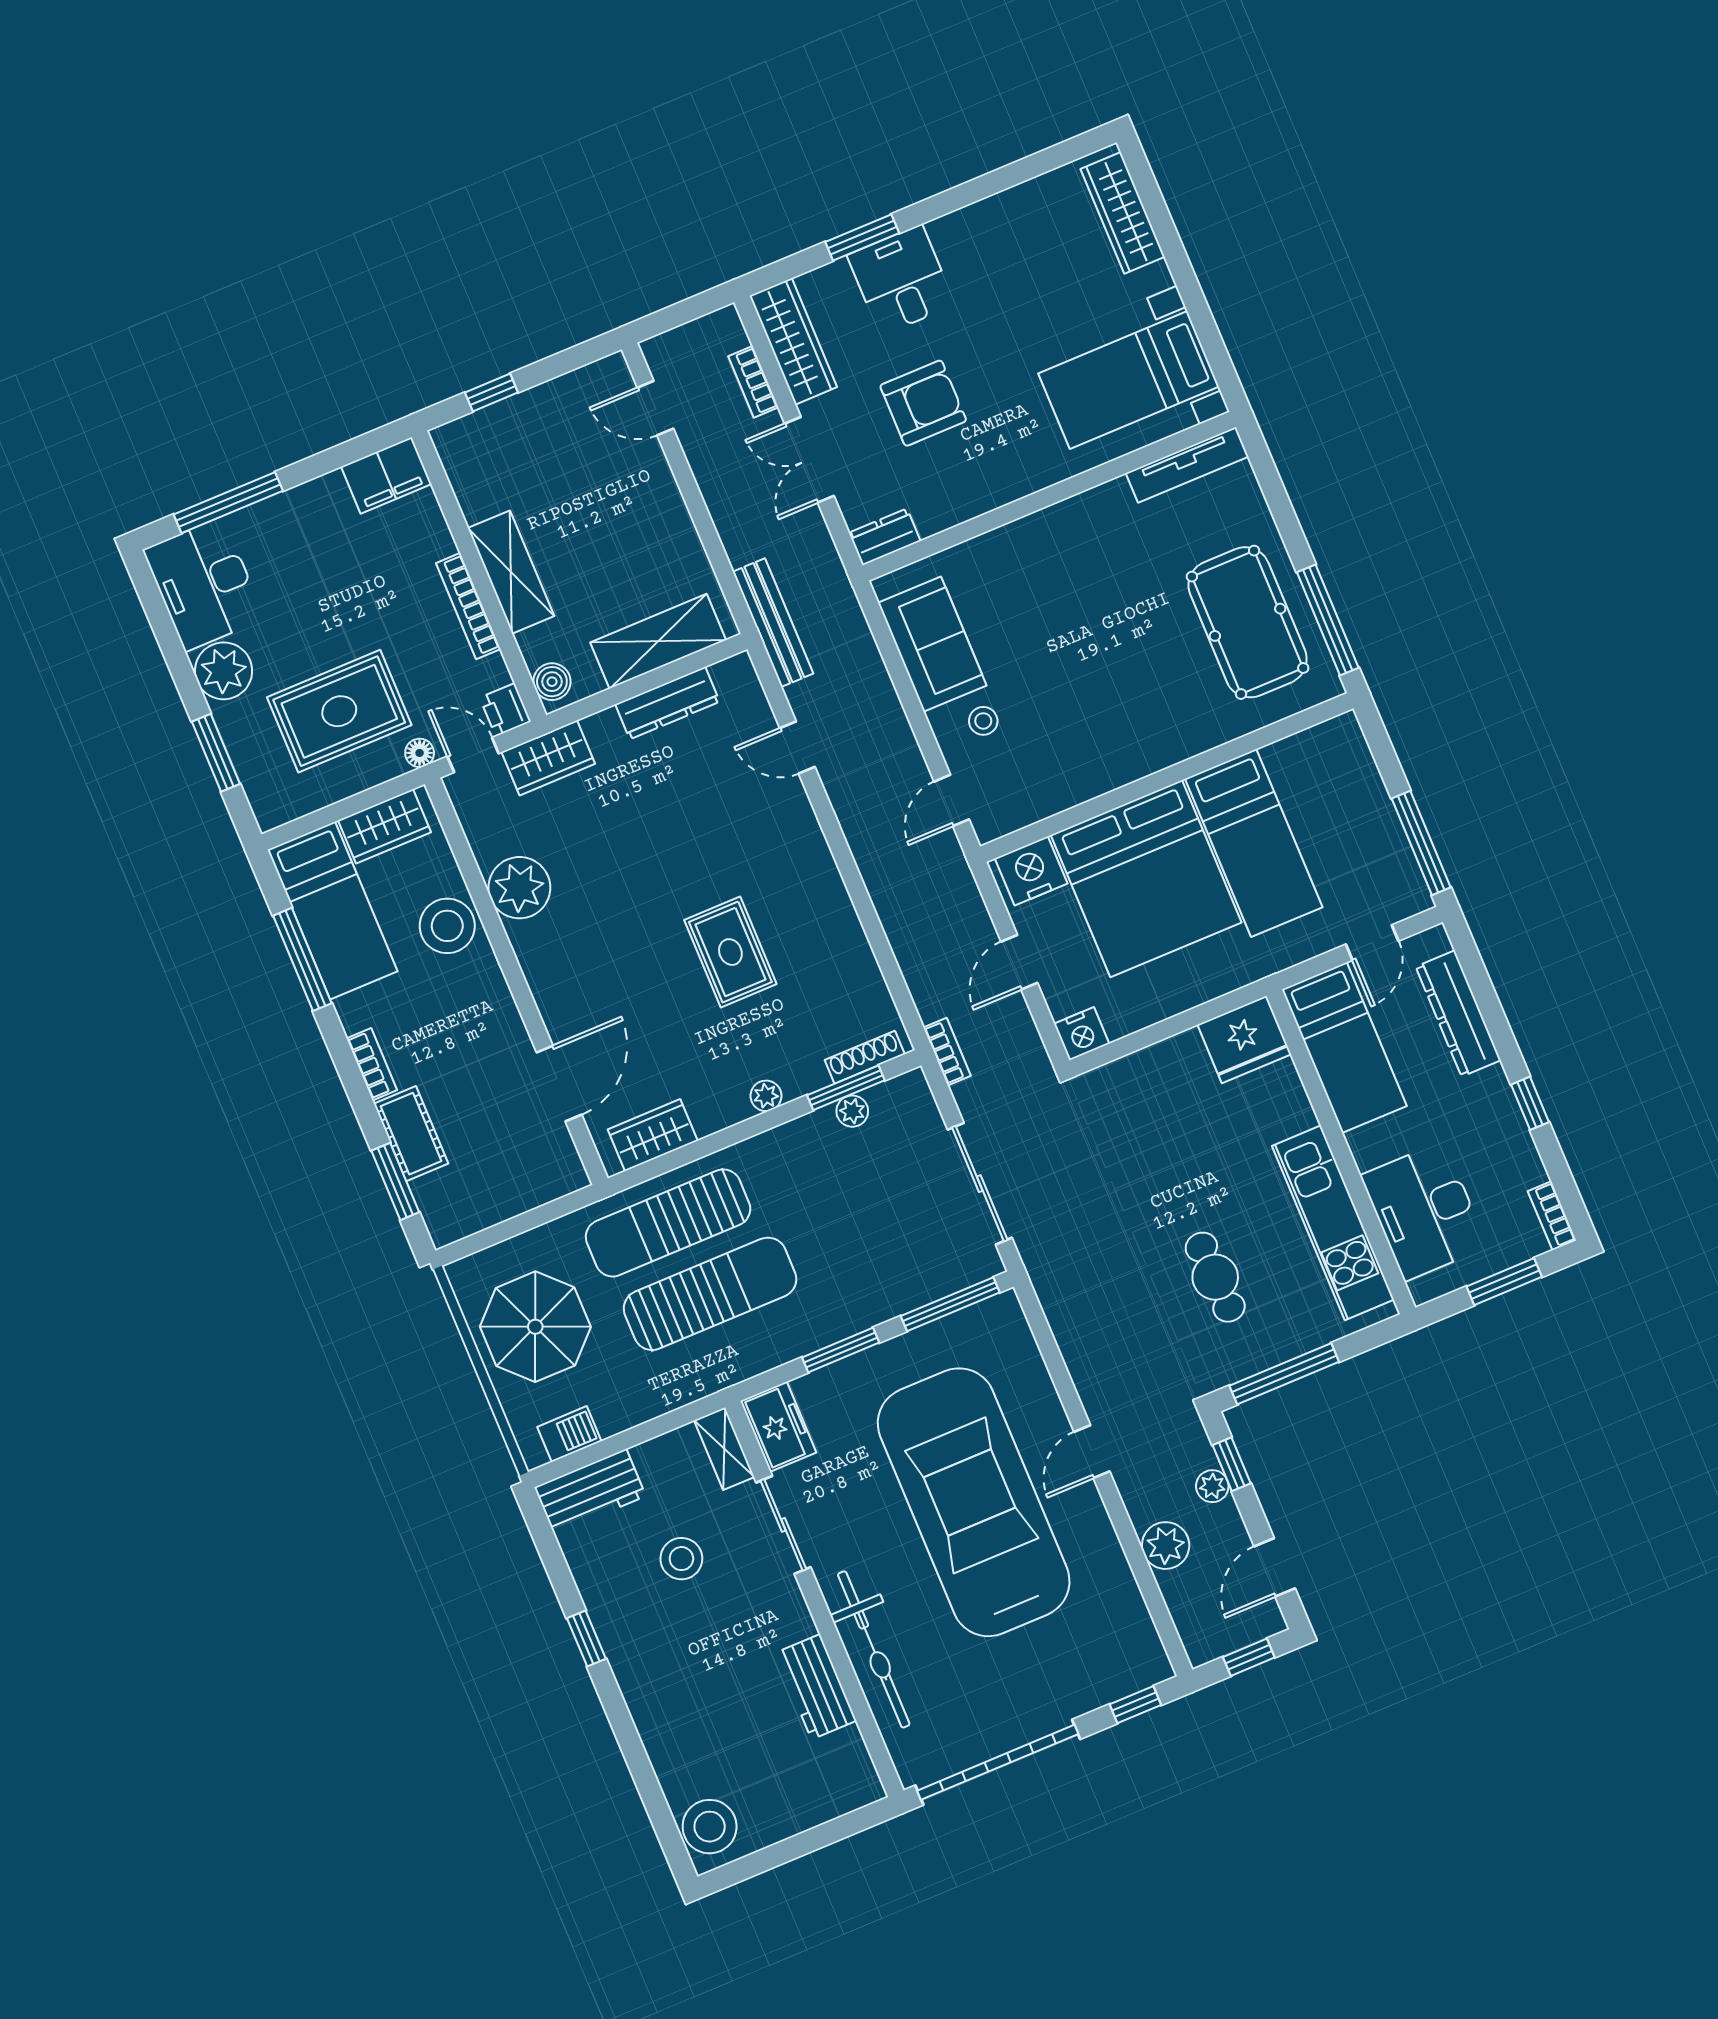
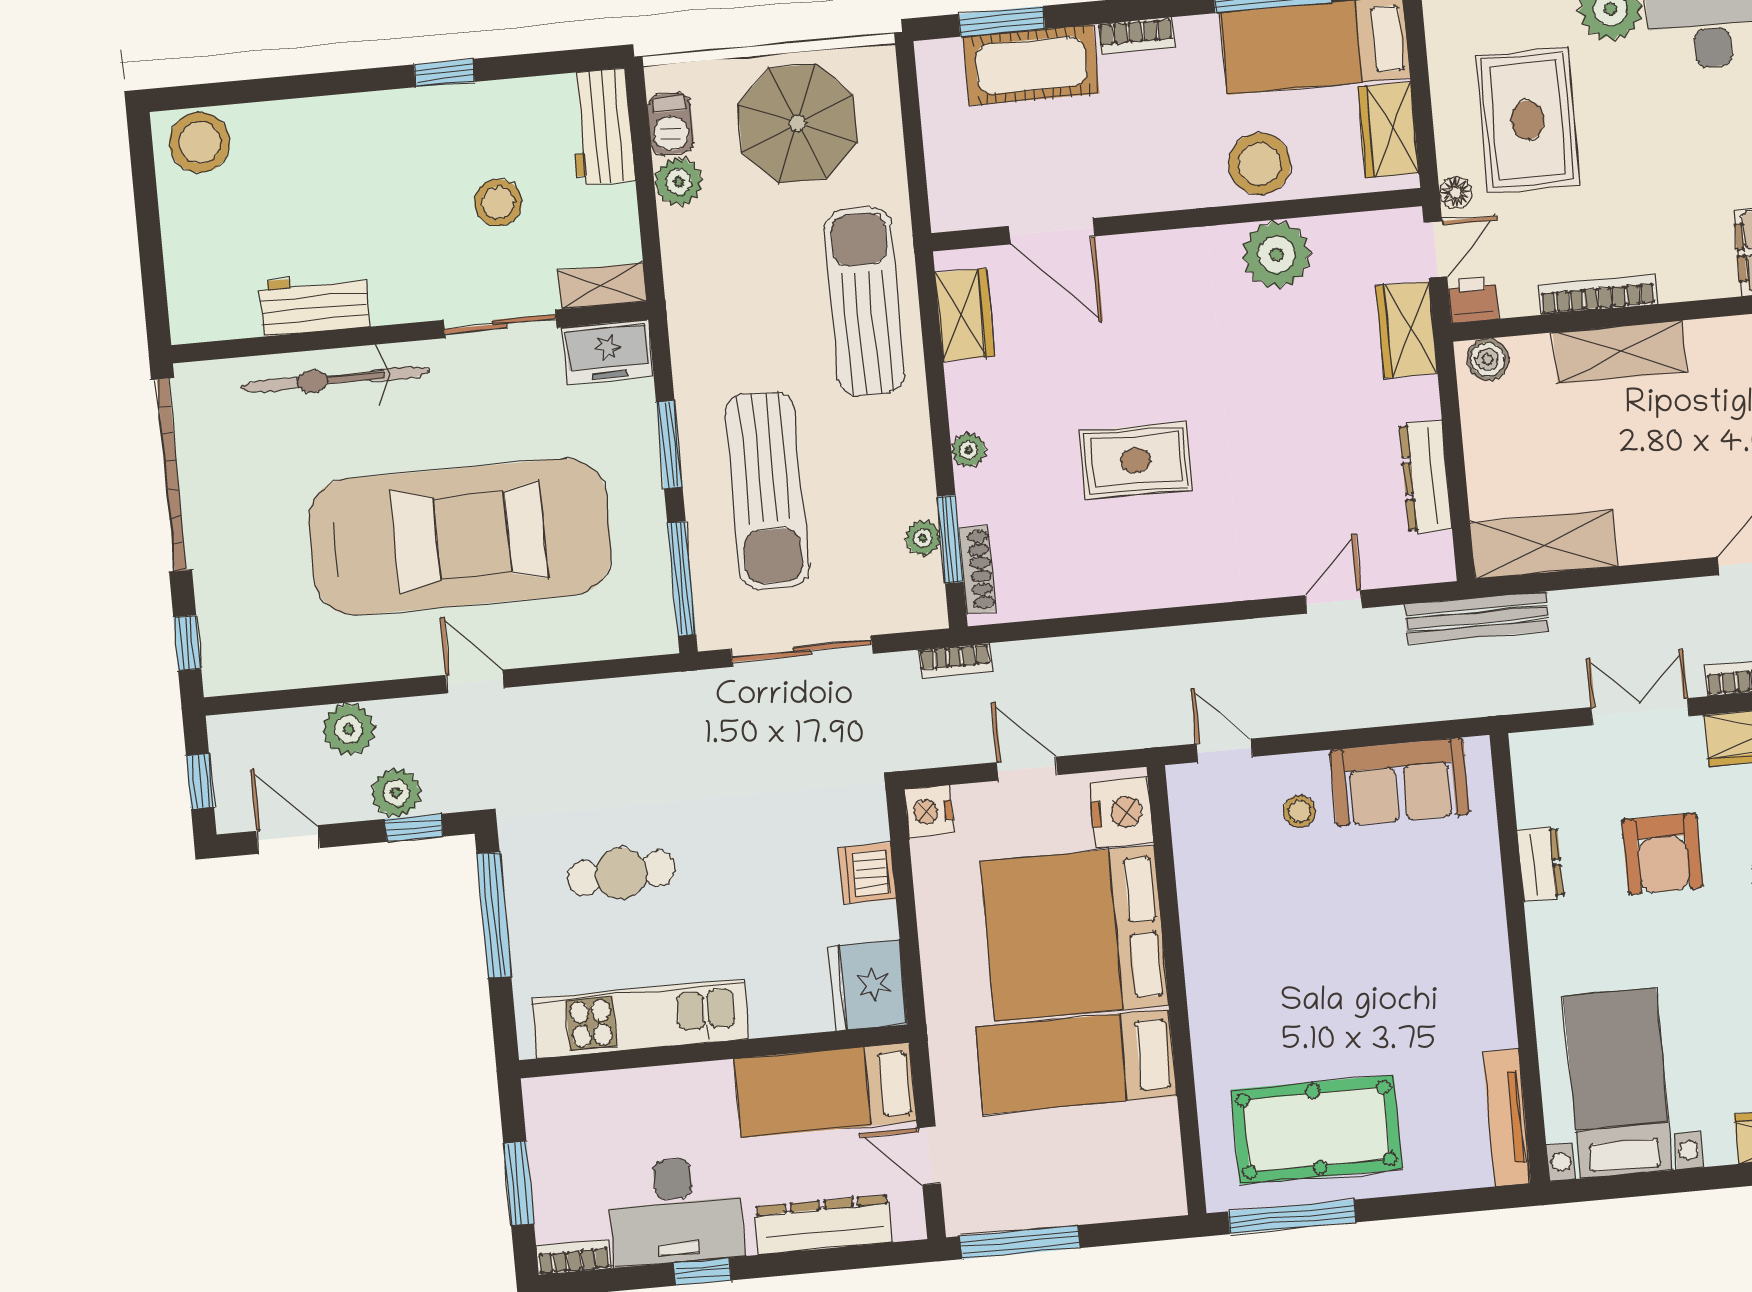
dresser: (885, 537) -> (1540, 864), moved
shelving: (658, 641) -> (1544, 544), moved, turned 90
dishwasher: (1150, 1070) -> (867, 873), added
cot: (411, 1134) -> (1031, 65), width x1.37, depth x1.34
desk: (1424, 1211) -> (675, 1211), moved, turned 180
sun lounger: (710, 1294) -> (767, 491), moved
plant: (616, 1412) -> (679, 182), added
plant: (1212, 1486) -> (396, 793), width x1.38, depth x1.38

